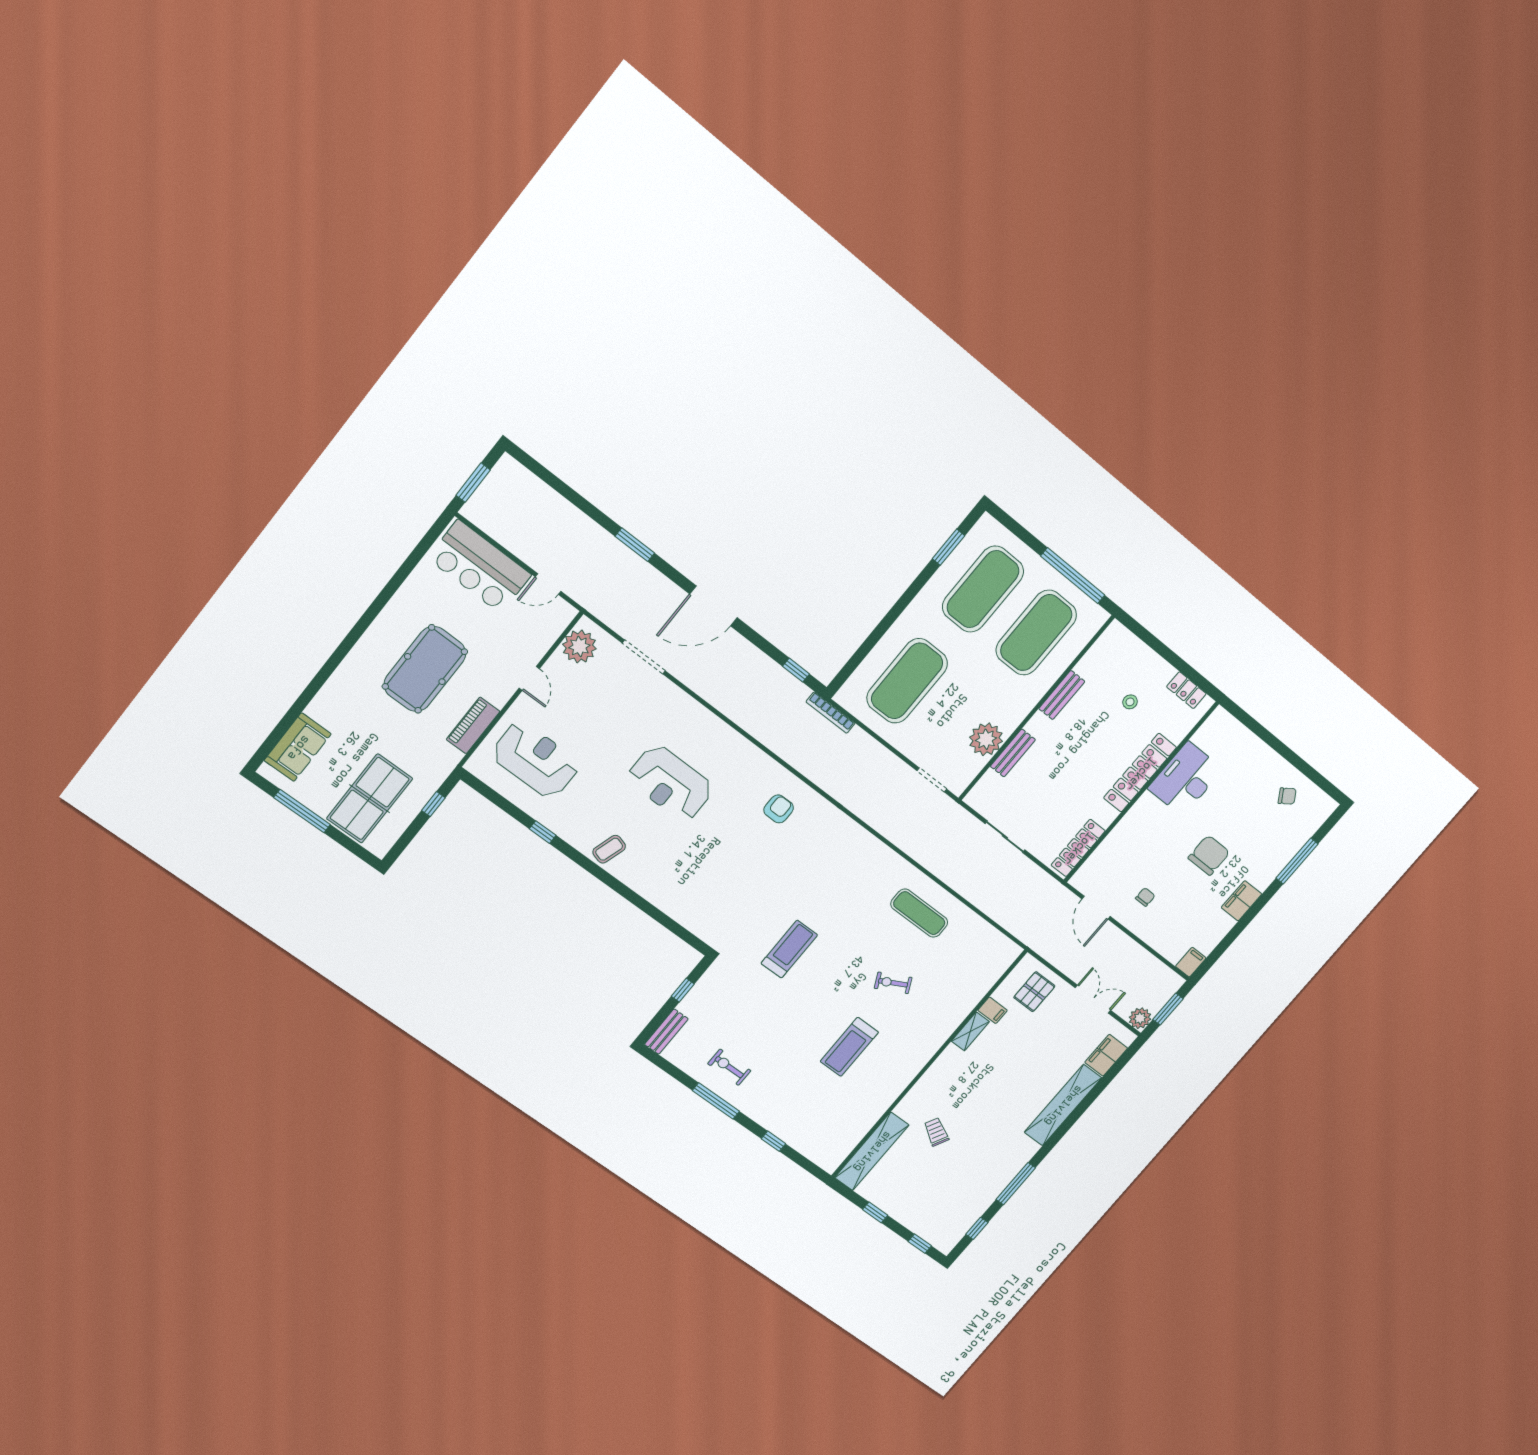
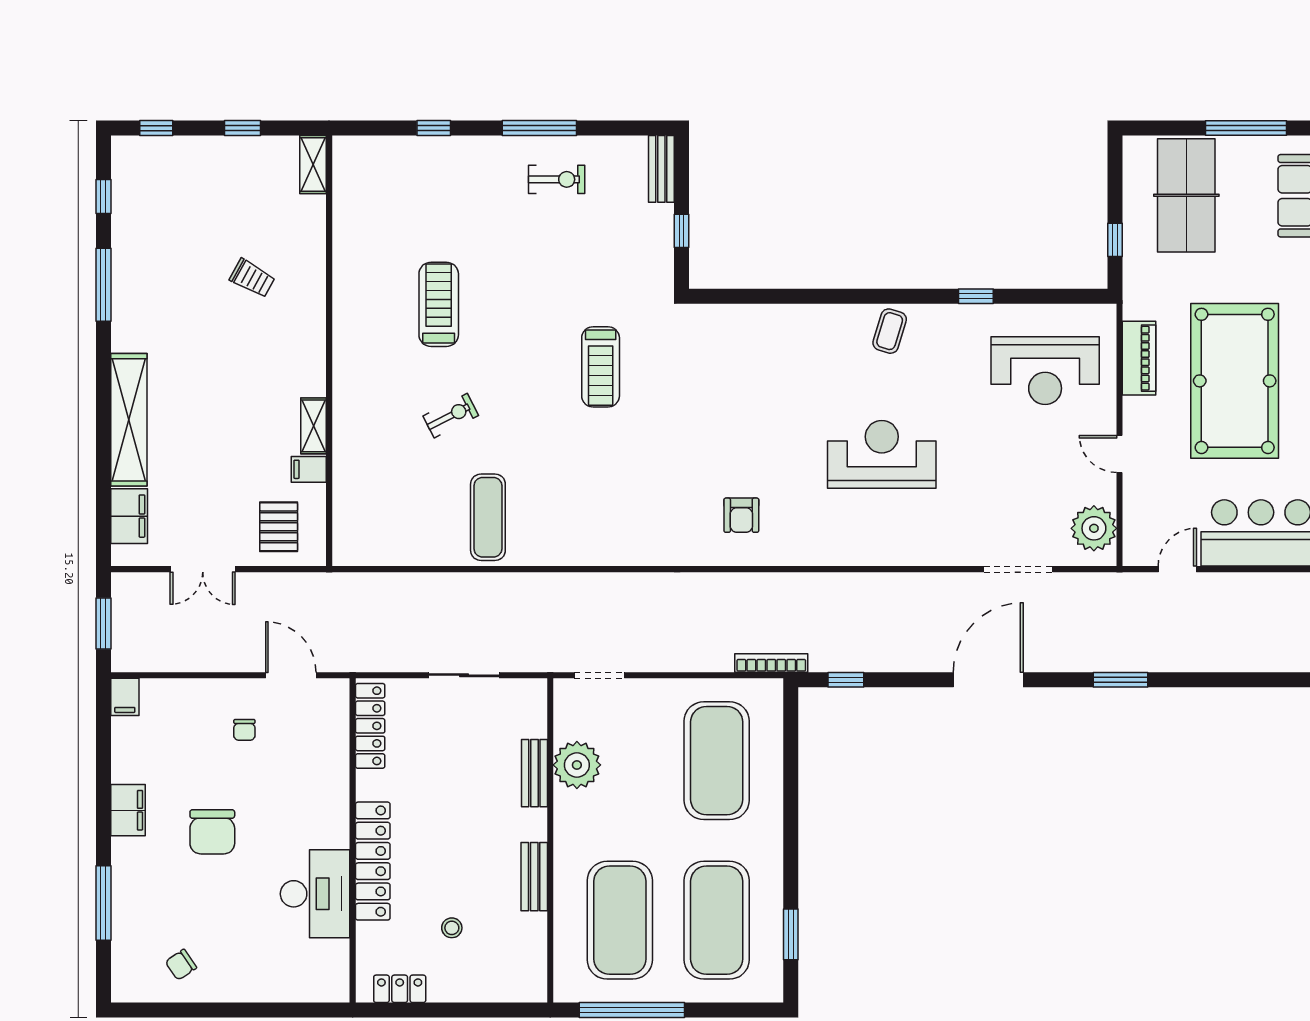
pool table: (425, 669) -> (1235, 381), width x1.36, depth x1.32
exercise mat: (919, 913) -> (488, 517), turned 90
plant: (1140, 1018) -> (127, 588), removed
shelving: (872, 1151) -> (313, 165), width x0.45, depth x0.75

